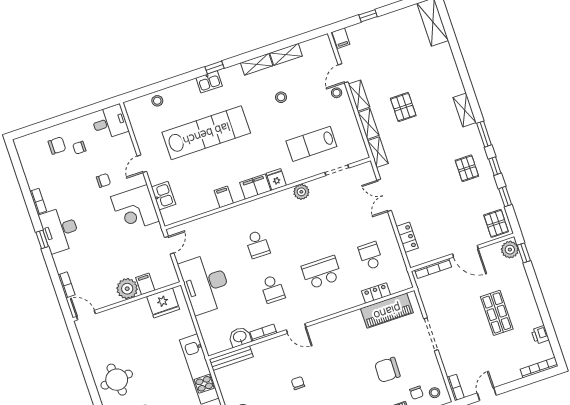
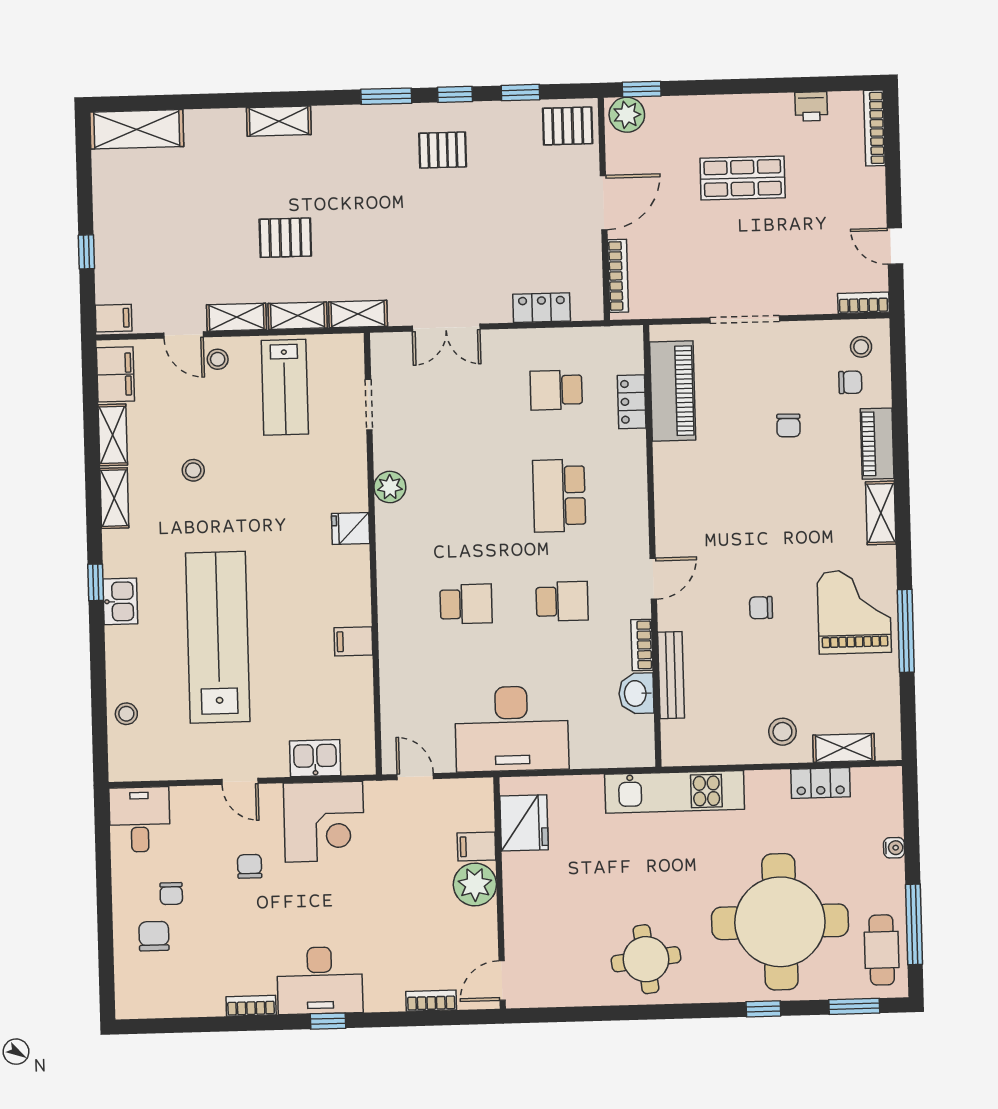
shelving: (465, 110) -> (279, 121), moved
lab bench: (311, 144) -> (285, 387), moved
filing cabinet: (255, 187) -> (115, 374), moved, turned 180
bench: (231, 358) -> (671, 675), moved
chair: (387, 370) -> (788, 425), width x0.54, depth x0.54

